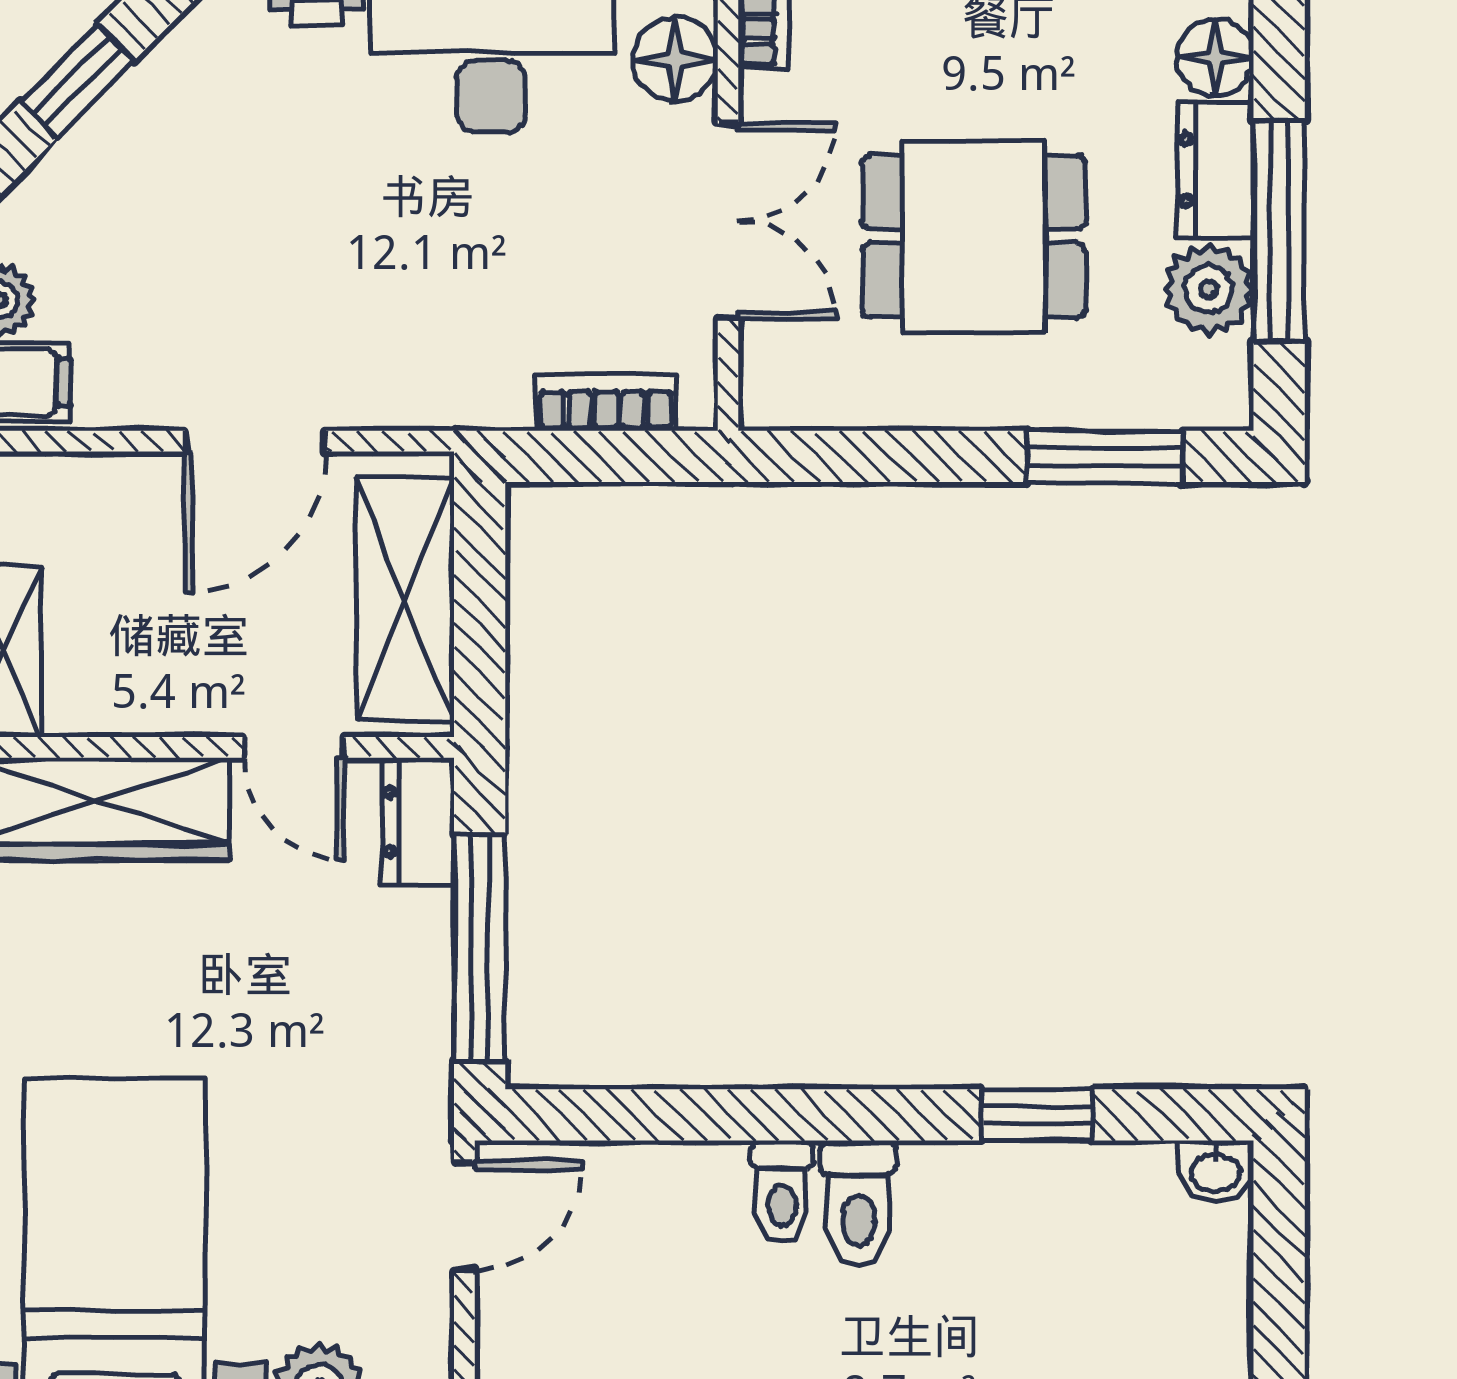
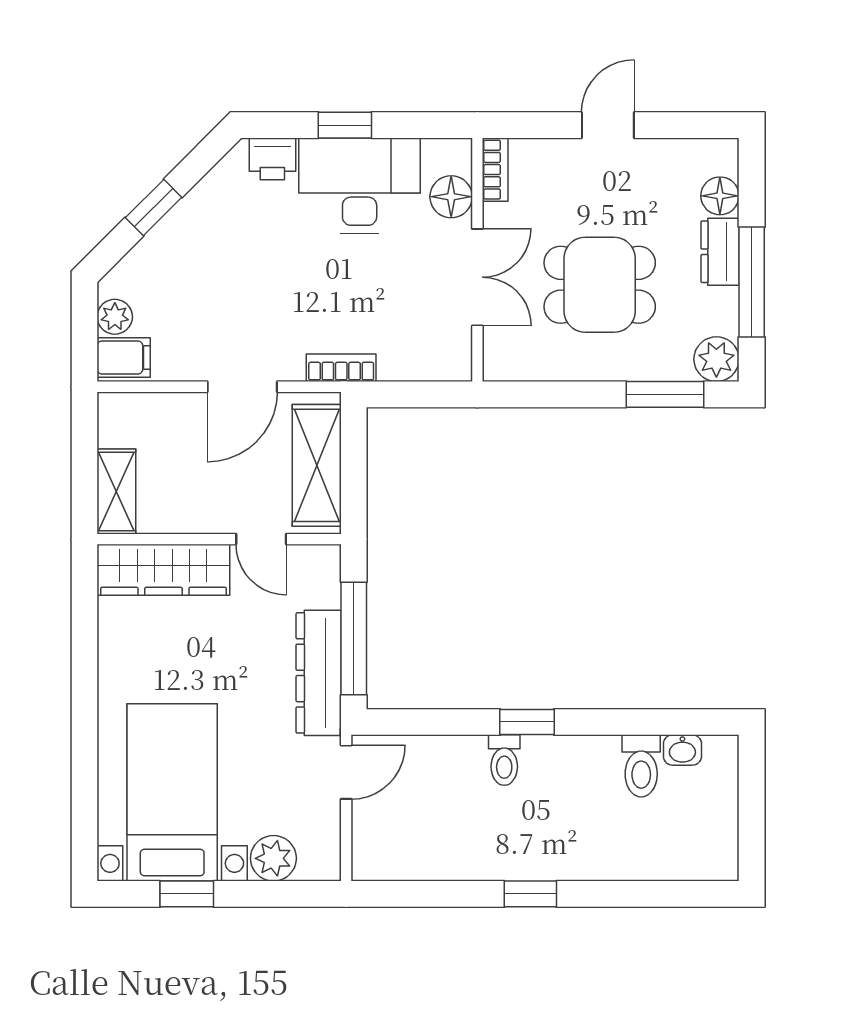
plant: (1208, 289) -> (716, 359), moved
bookcase: (606, 403) -> (341, 368), moved
dresser: (418, 822) -> (319, 673), moved, width x1.96, depth x1.24
window: (1037, 1115) -> (527, 722), moved
washbasin: (1216, 1171) -> (682, 750), moved
toilet: (858, 1203) -> (641, 766), moved

